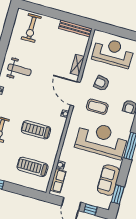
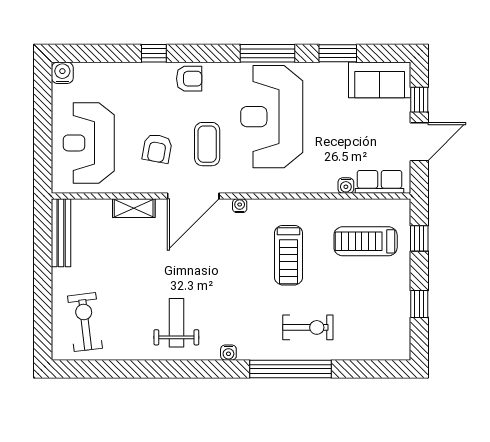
exercise bike: (31, 28) -> (85, 322), turned -97
treadmill: (32, 167) -> (366, 241), turned 90
sofa: (108, 180) -> (380, 80), moved
window: (27, 192) -> (419, 238), added
window: (118, 194) -> (338, 53), moved

